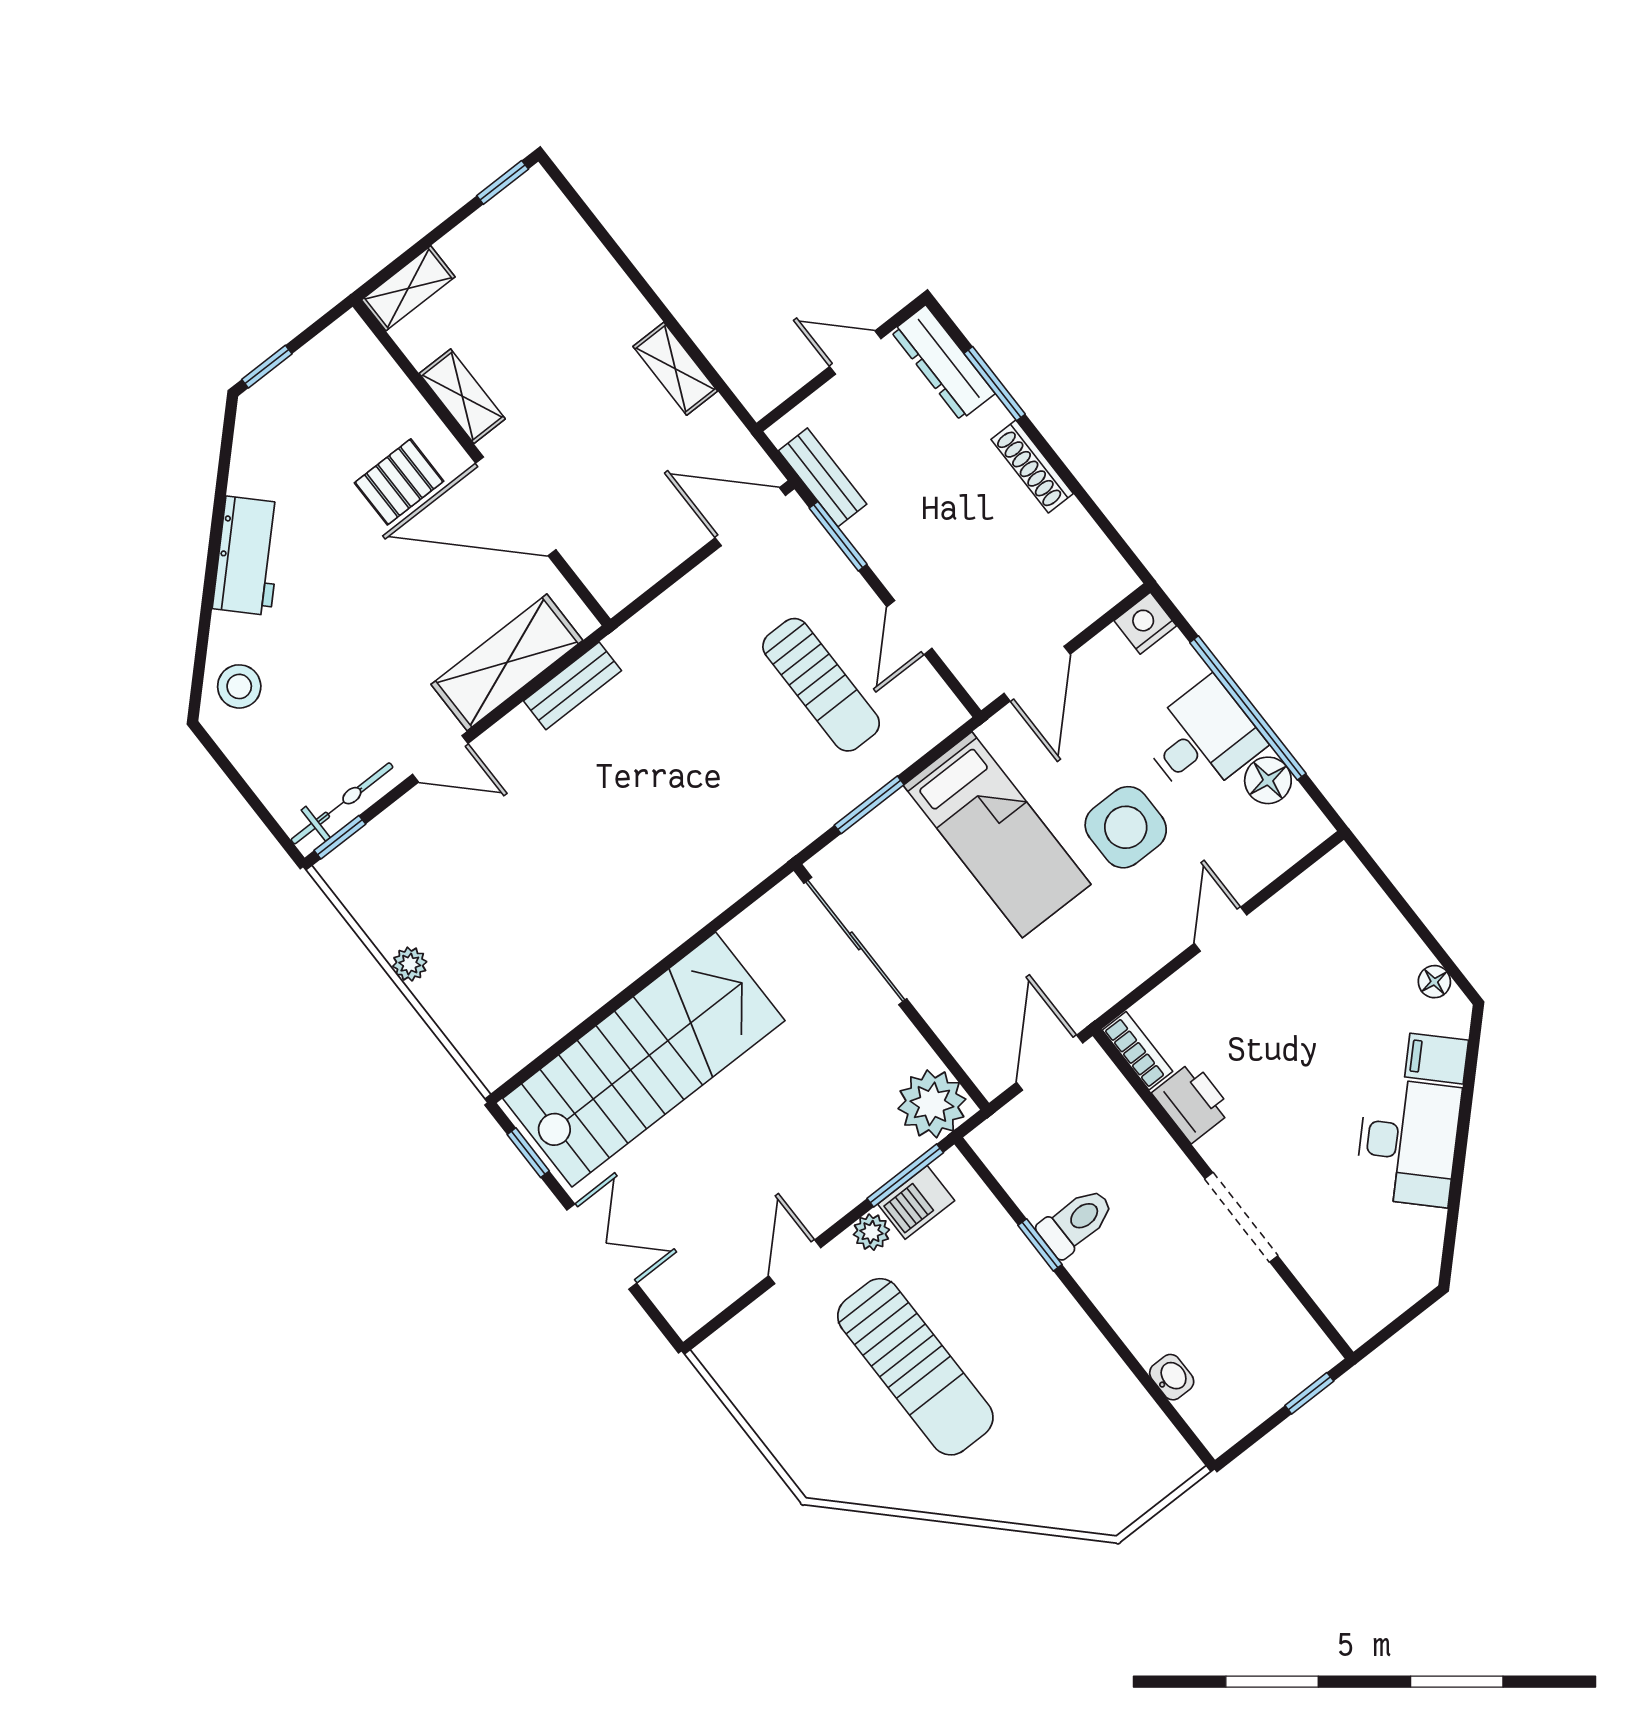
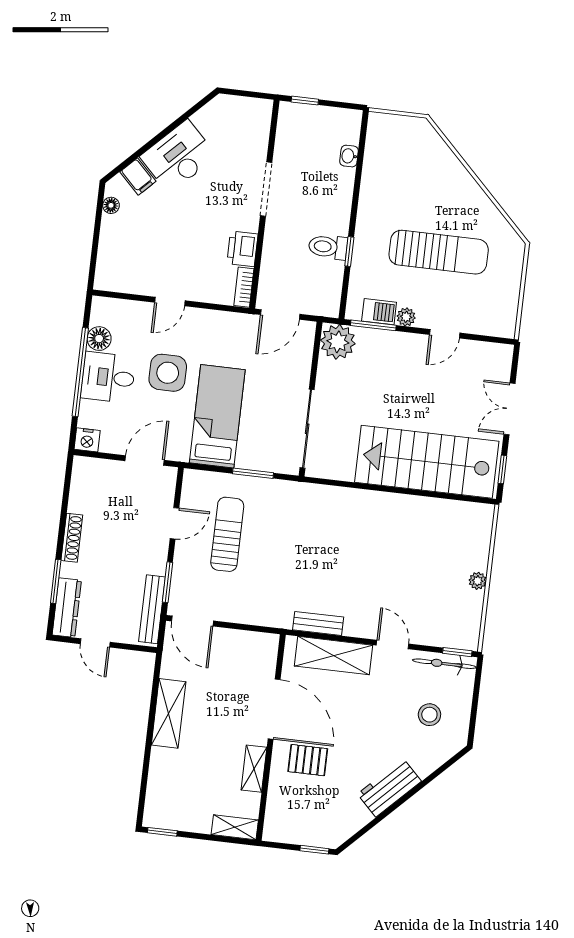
shelving: (675, 369) -> (169, 713), width x1.50, depth x1.33
bench: (823, 477) -> (152, 609), width x1.36
stool: (239, 686) -> (429, 715), moved
sun lounger: (915, 1367) -> (439, 252), turned 90

